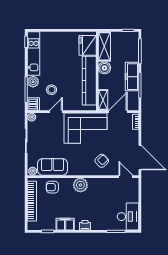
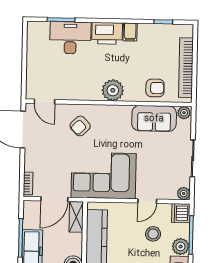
desk: (128, 217) -> (70, 38), moved, turned 90
filing cabinet: (65, 224) -> (130, 32), width x0.50
printer: (85, 225) -> (107, 33), width x1.87, depth x1.48

